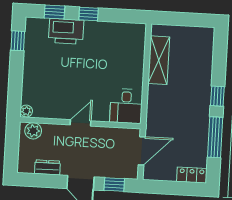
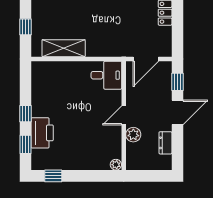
window: (185, 19) -> (25, 27), added
door: (80, 123) -> (124, 115), hinge flipped
plant: (33, 131) -> (133, 135), moved
door: (142, 151) -> (146, 59), swing flipped

